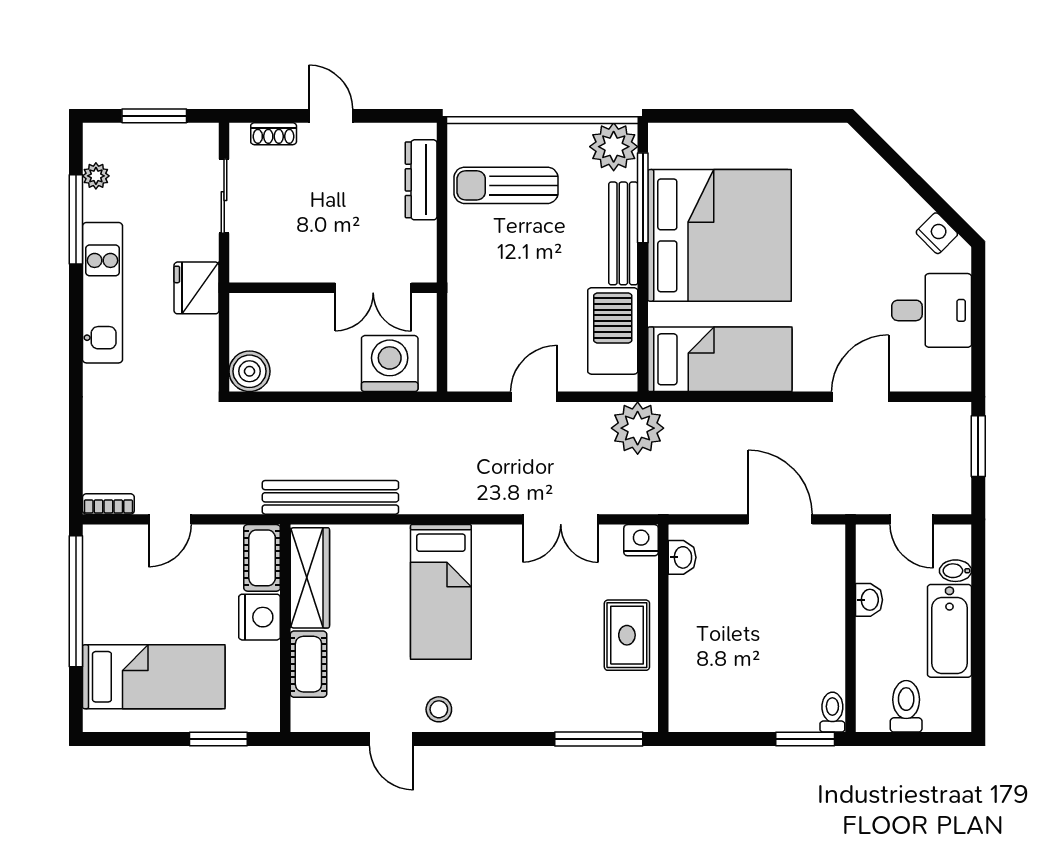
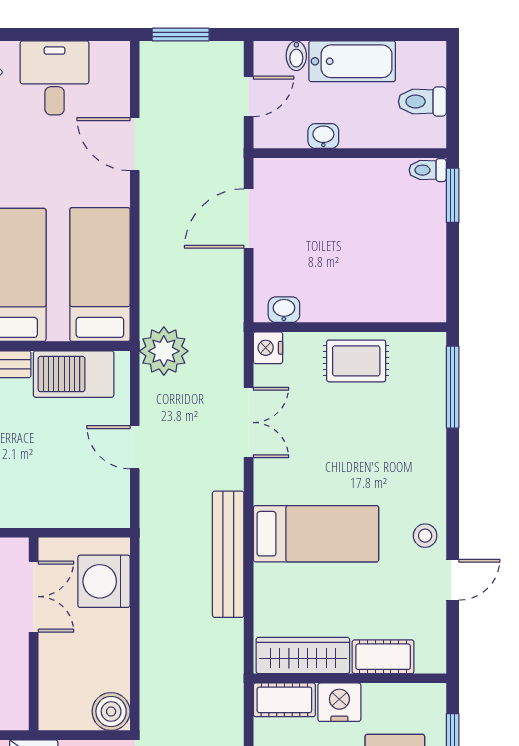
bench: (330, 497) -> (228, 554), moved

